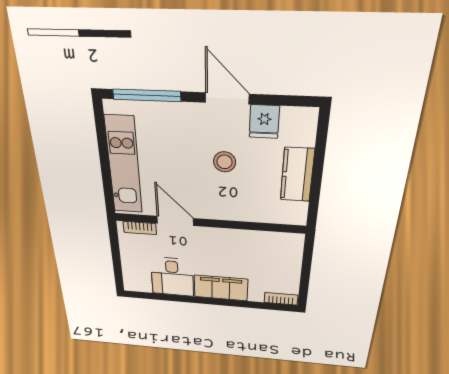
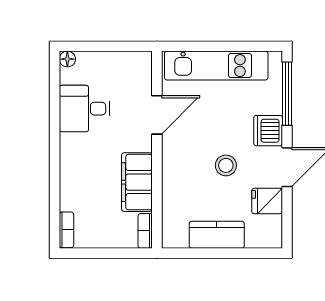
dishwasher: (187, 117) -> (268, 131), added
bookcase: (140, 228) -> (145, 231), moved
floor lamp: (130, 285) -> (67, 59), added
filing cabinet: (221, 288) -> (137, 182), moved, turned 180

